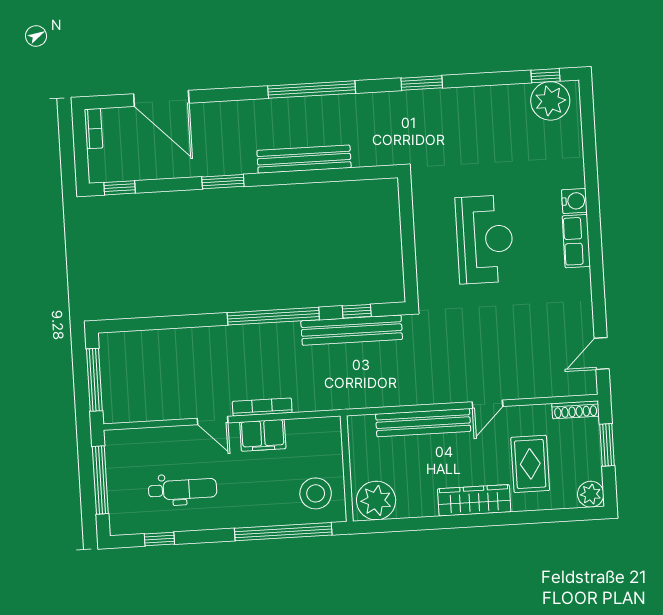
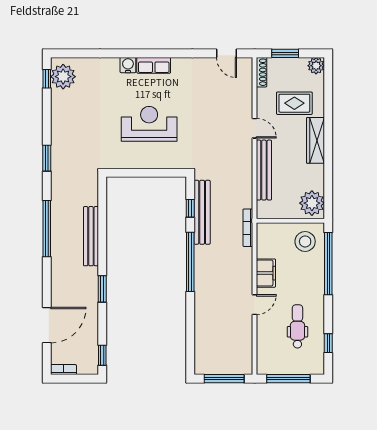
bookcase: (262, 407) -> (248, 228), moved

